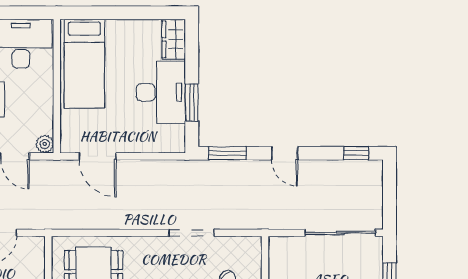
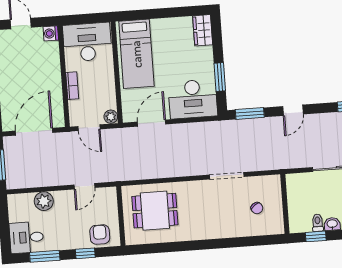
desk: (161, 92) -> (193, 99), moved, turned 90
door: (285, 153) -> (293, 110), hinge flipped
door: (98, 156) -> (152, 123), swing flipped

